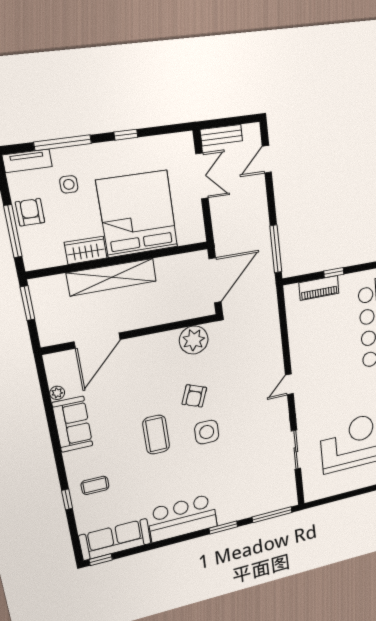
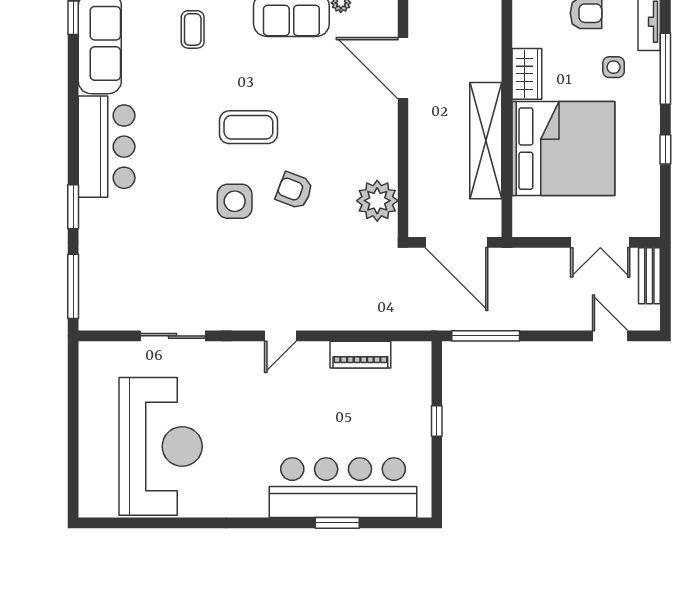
shelving: (112, 277) -> (486, 141), moved
piano: (319, 288) -> (360, 355), moved, turned -90
door: (289, 384) -> (280, 336), swing flipped

